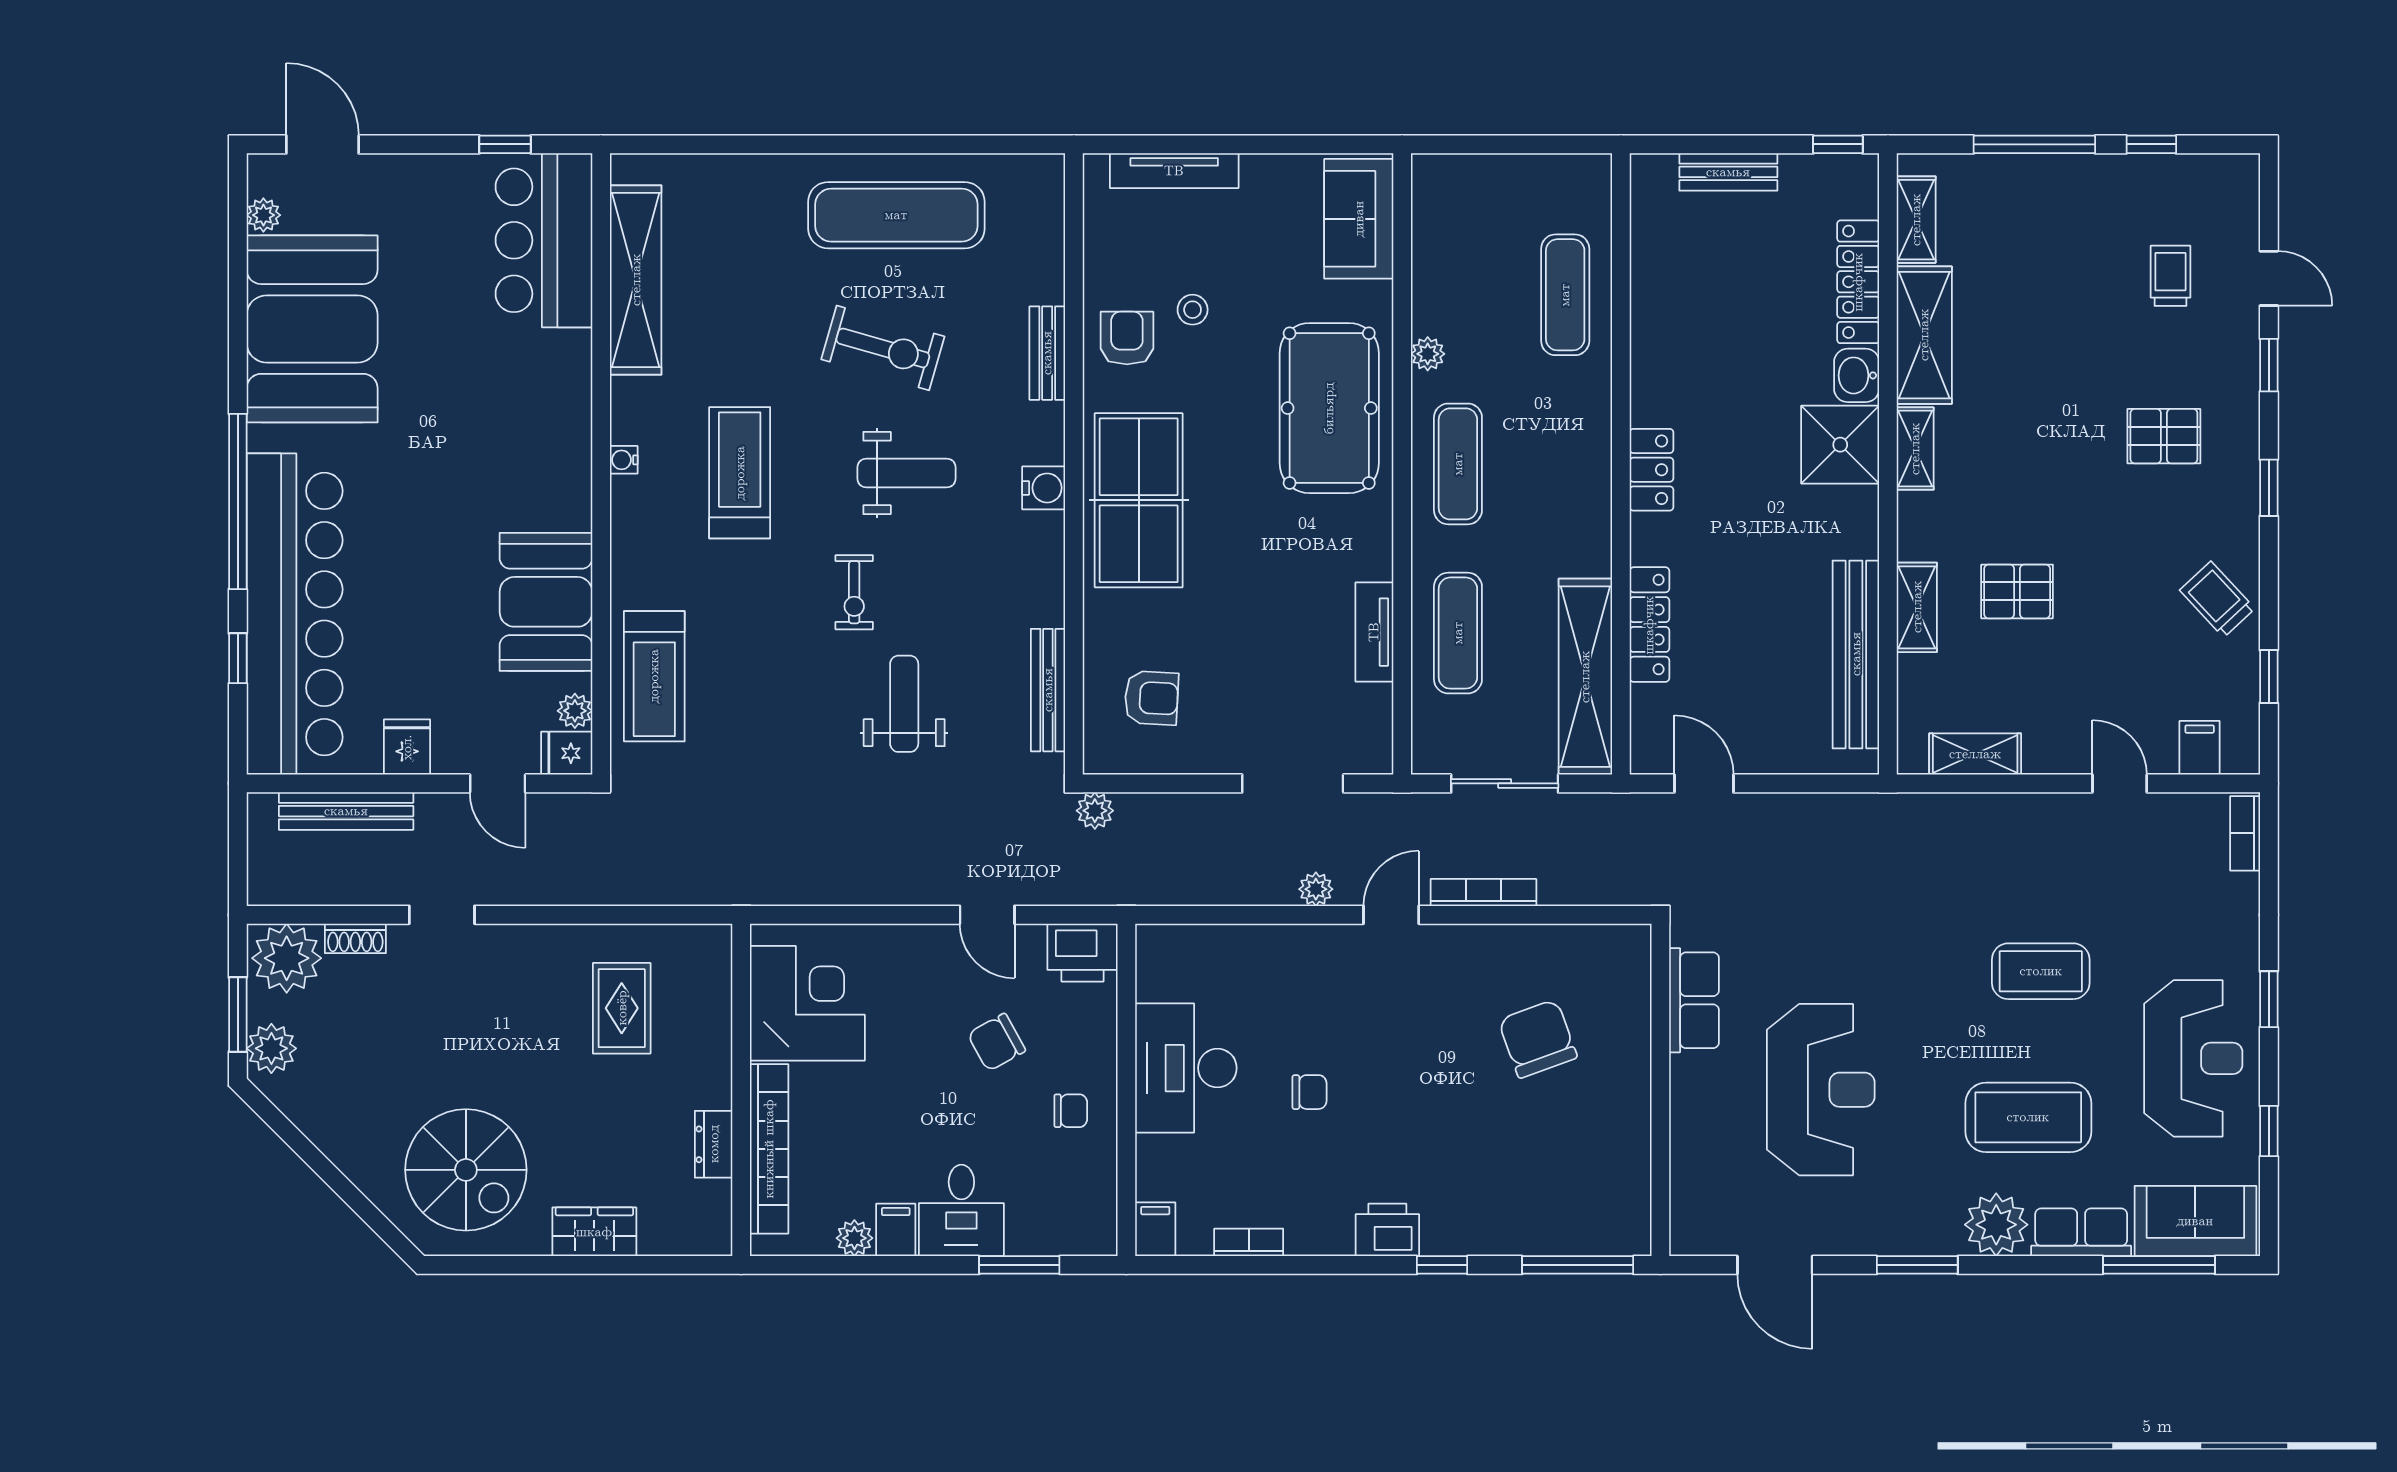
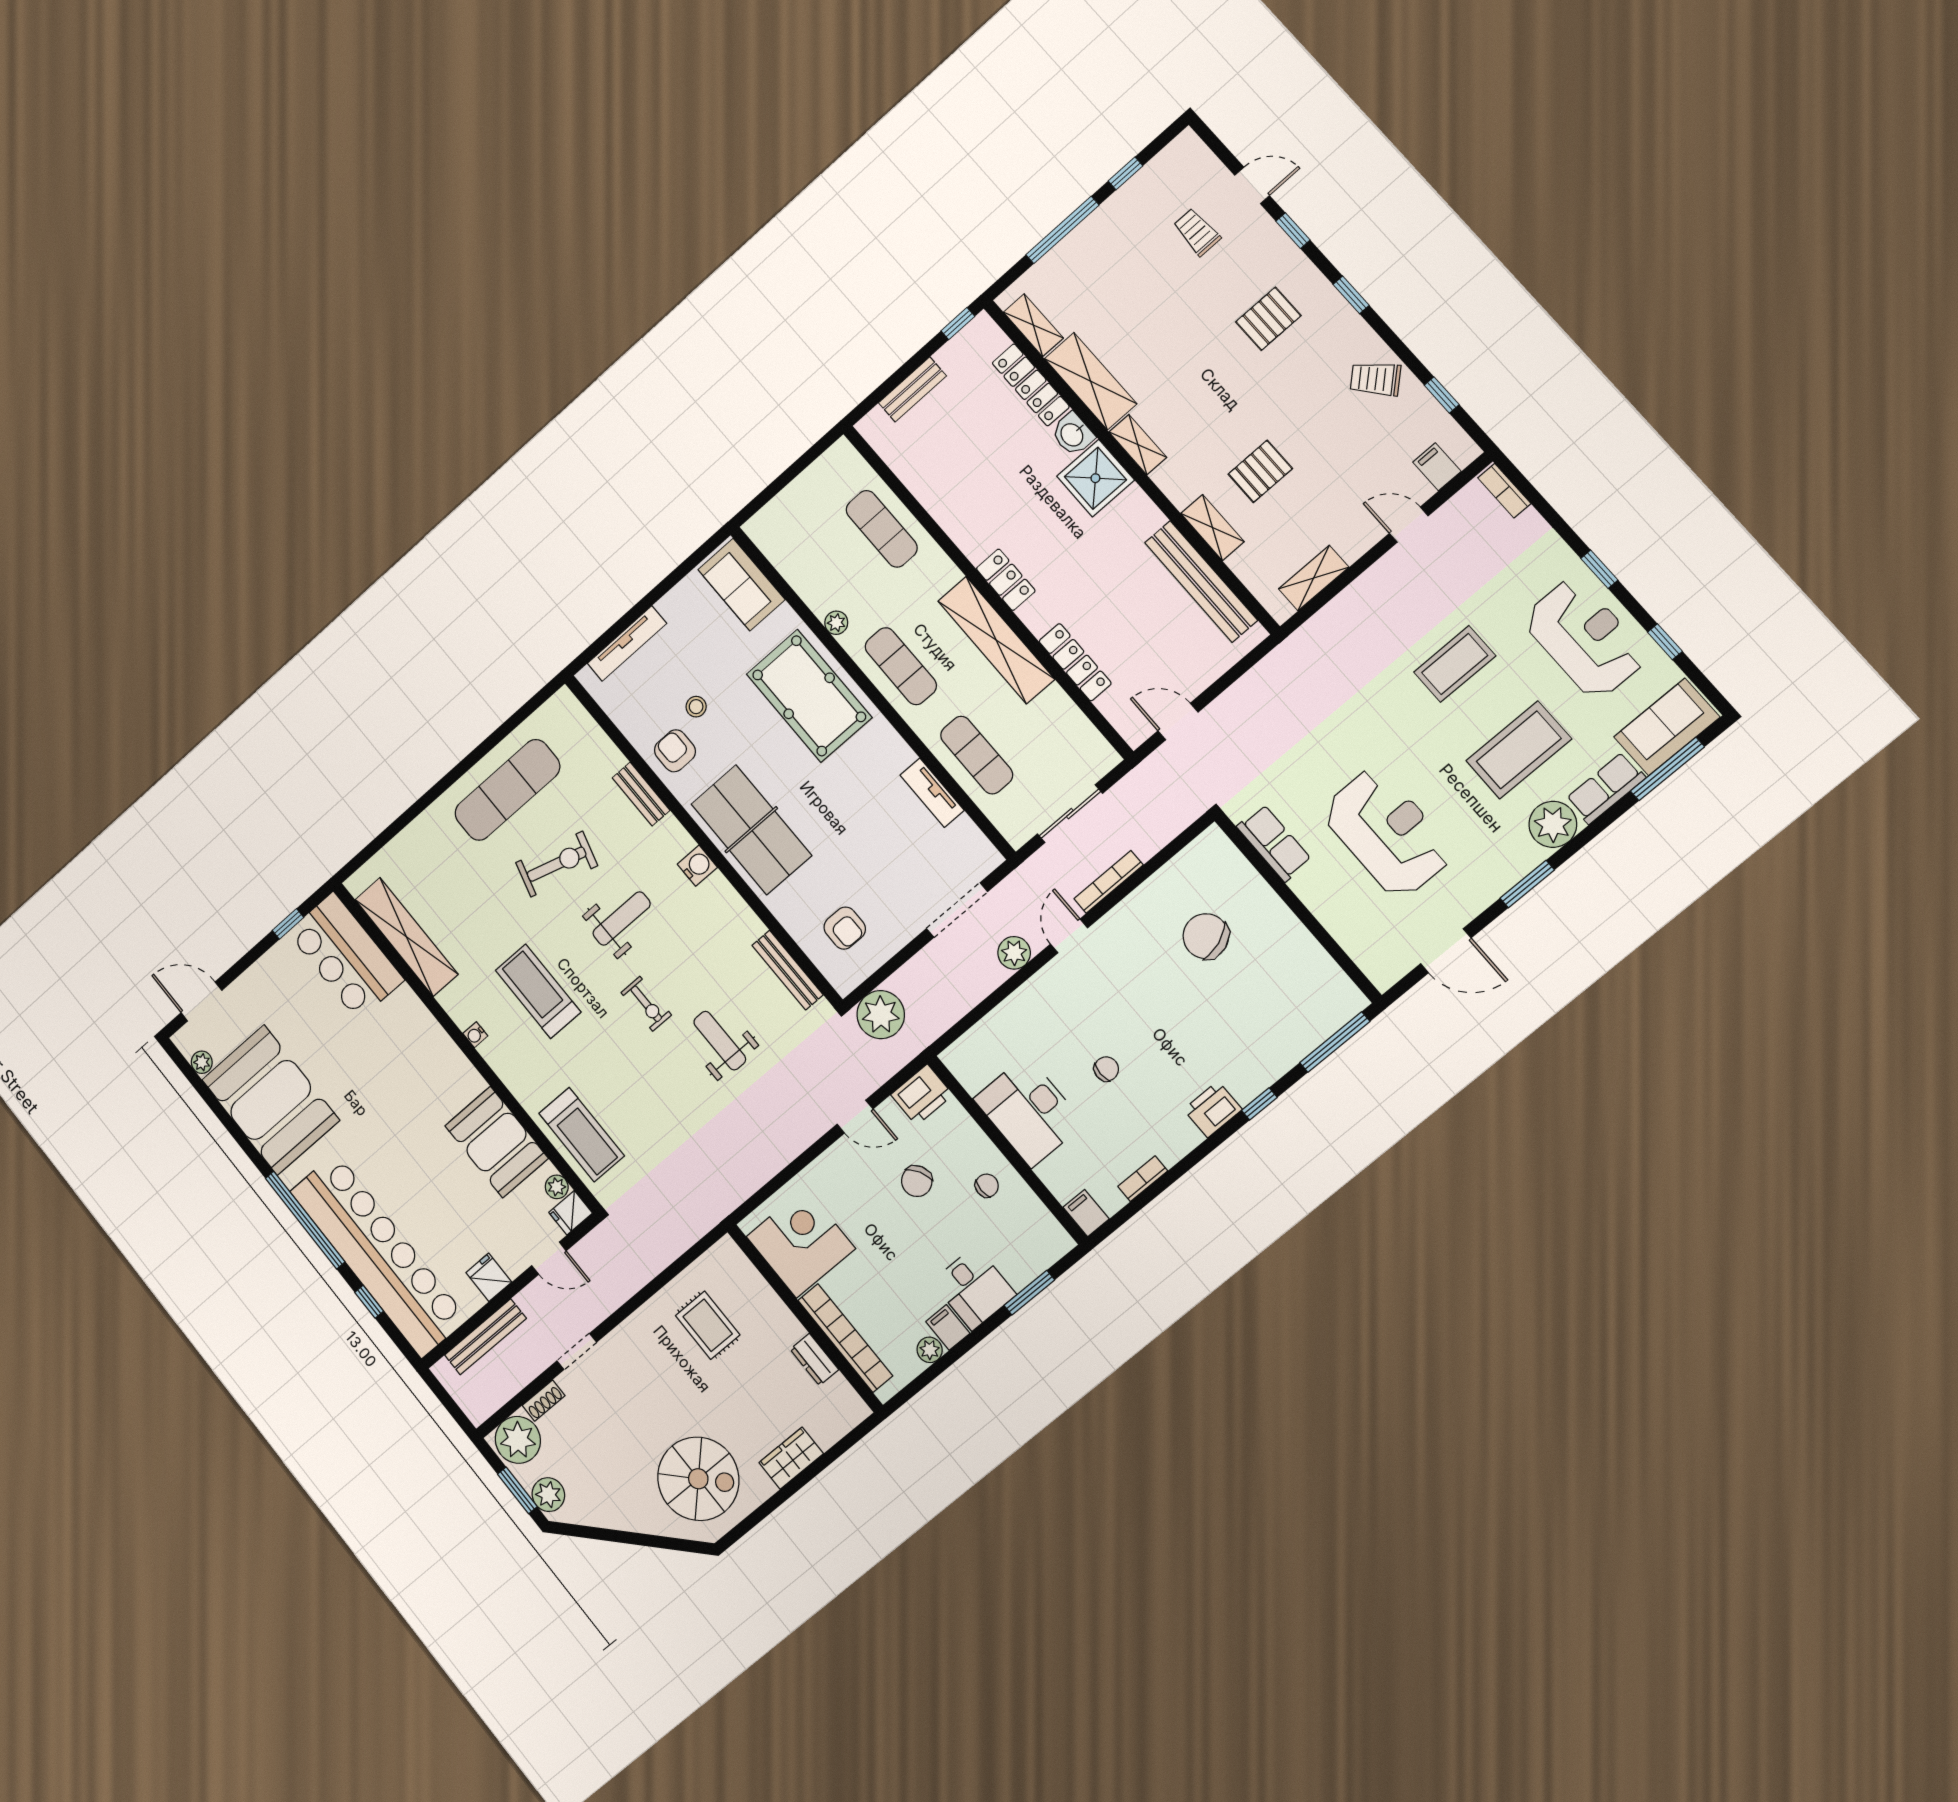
shelving: (1585, 677) -> (996, 640), moved
armchair: (1151, 698) -> (845, 928), turned 87
plant: (1095, 811) -> (881, 1015), width x1.88, depth x1.88
plant: (1316, 889) -> (1014, 953), width x1.38, depth x1.38

